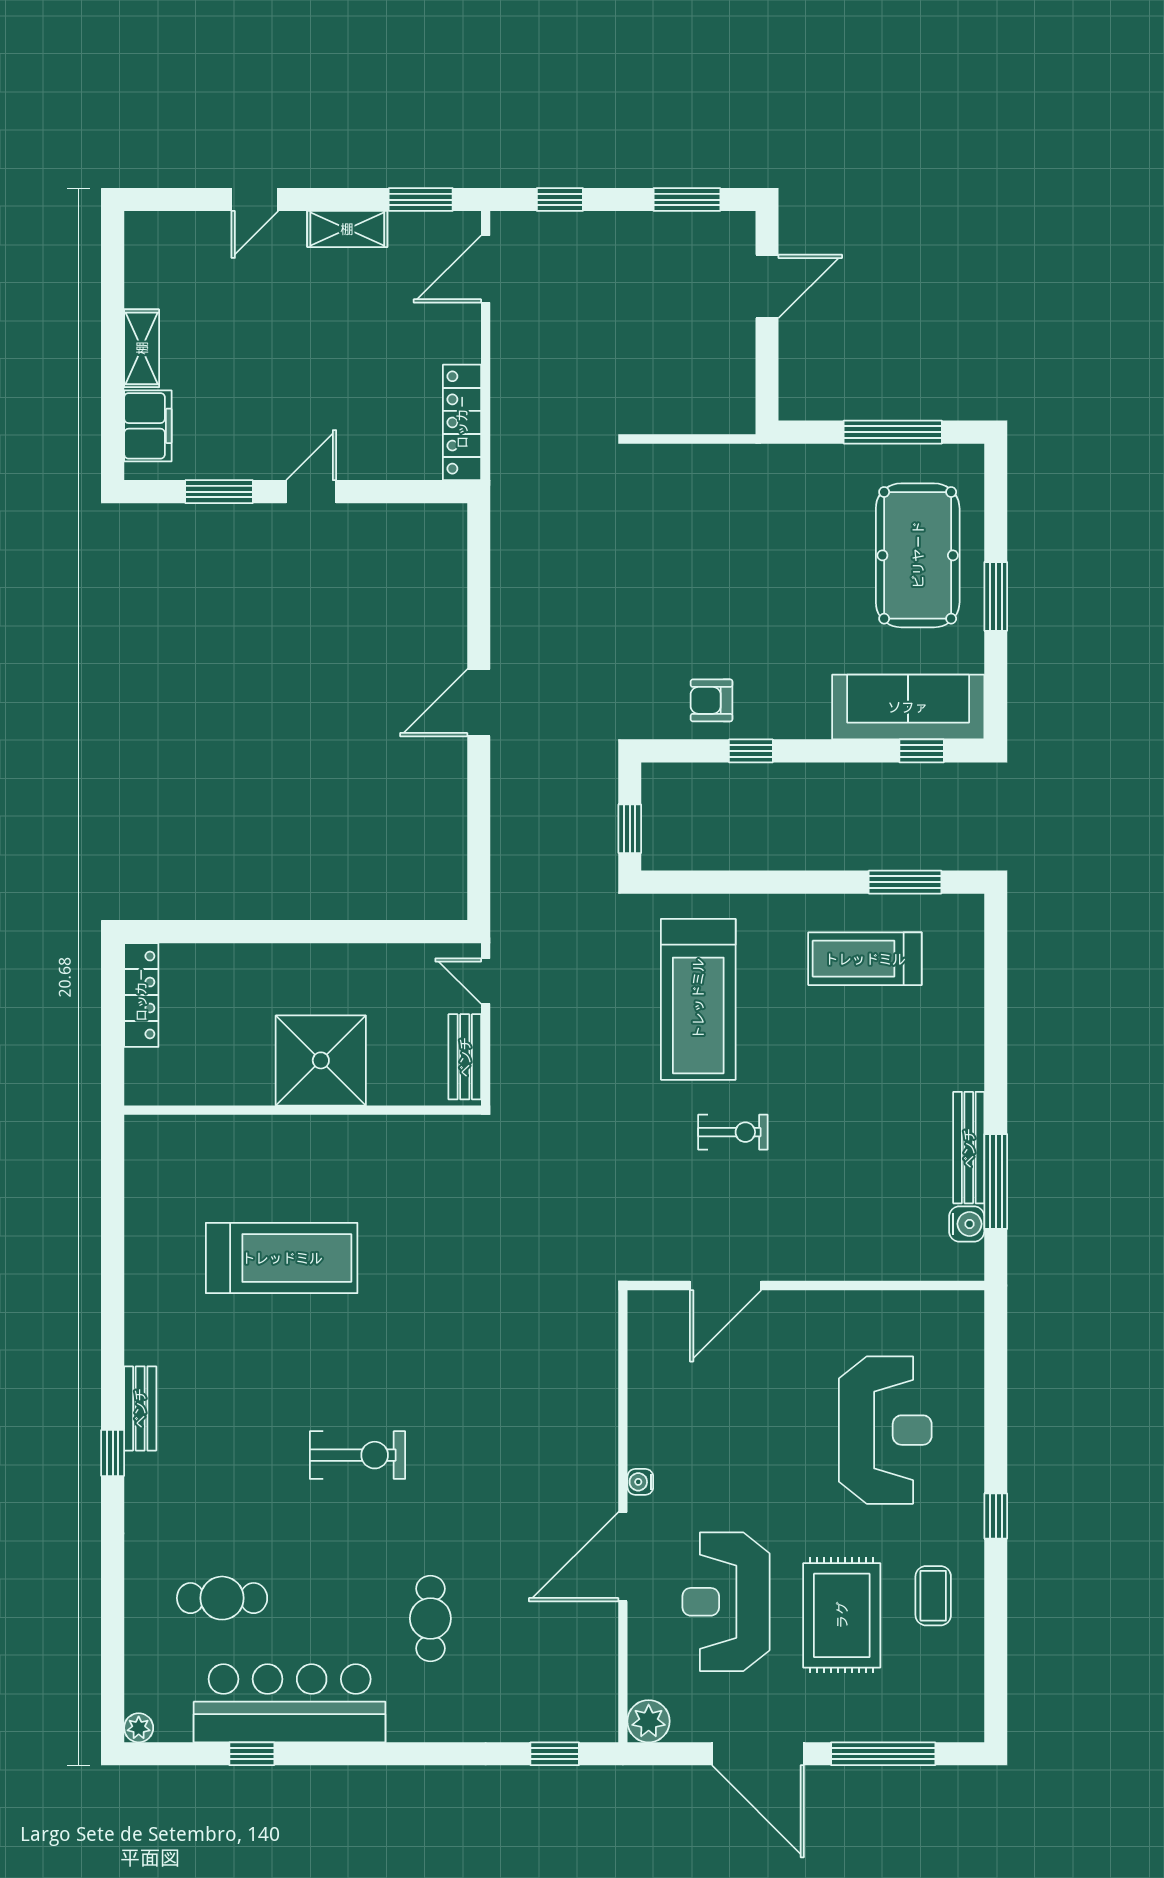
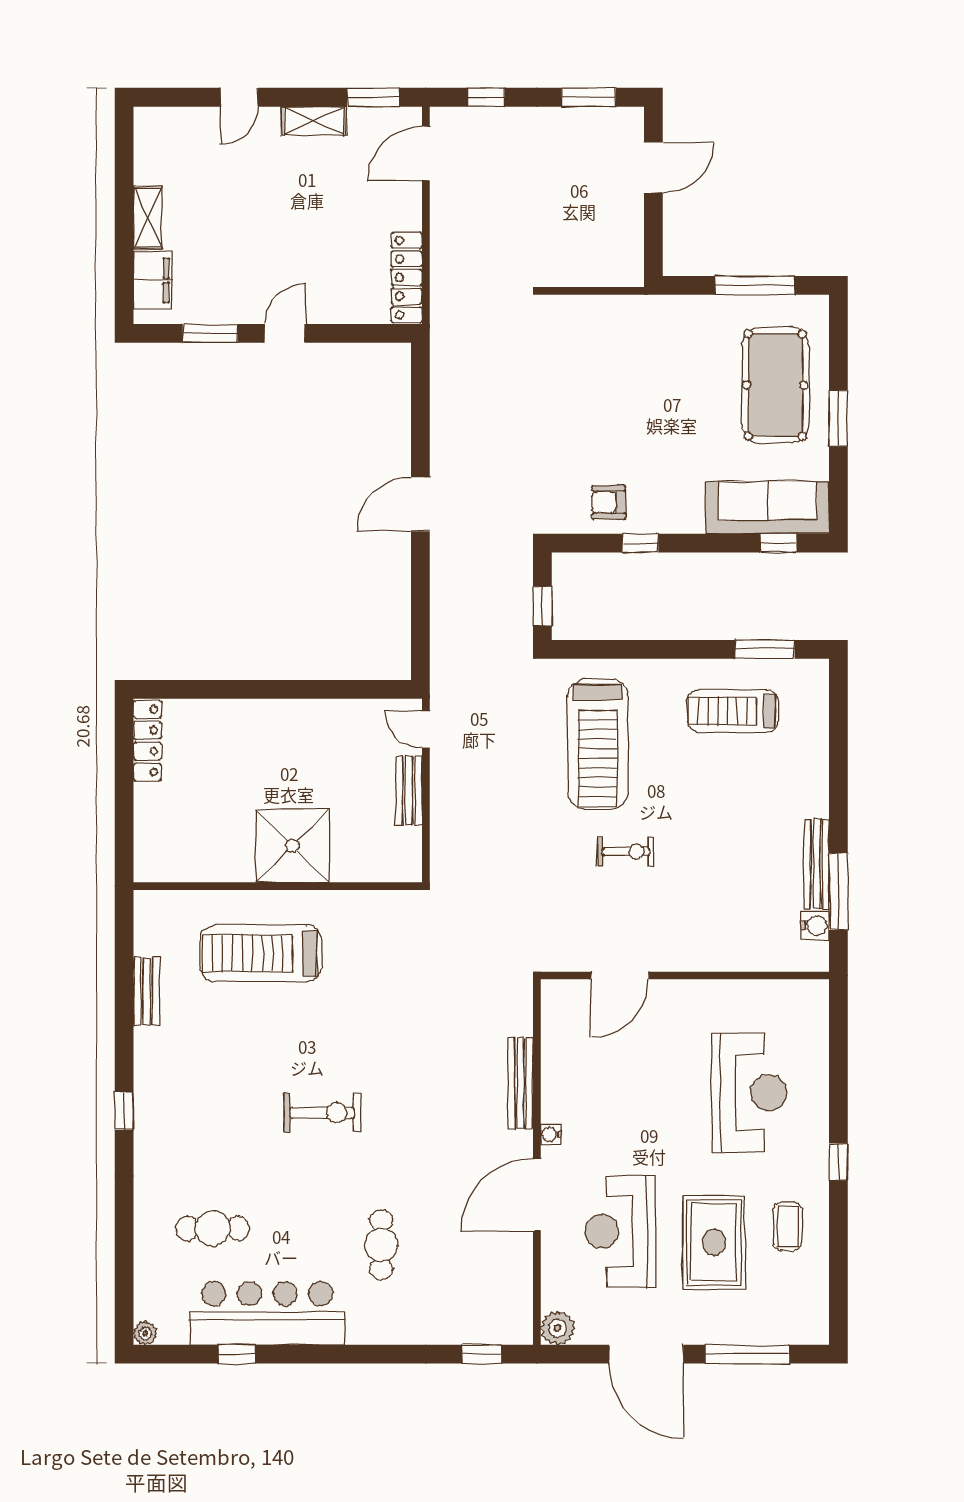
shower: (321, 1060) -> (293, 846), moved
wall: (303, 1110) -> (278, 886), moved
treadmill: (282, 1258) -> (261, 953), turned 180
bench: (140, 1408) -> (146, 991), moved
bench: (603, 1419) -> (520, 1083), added

